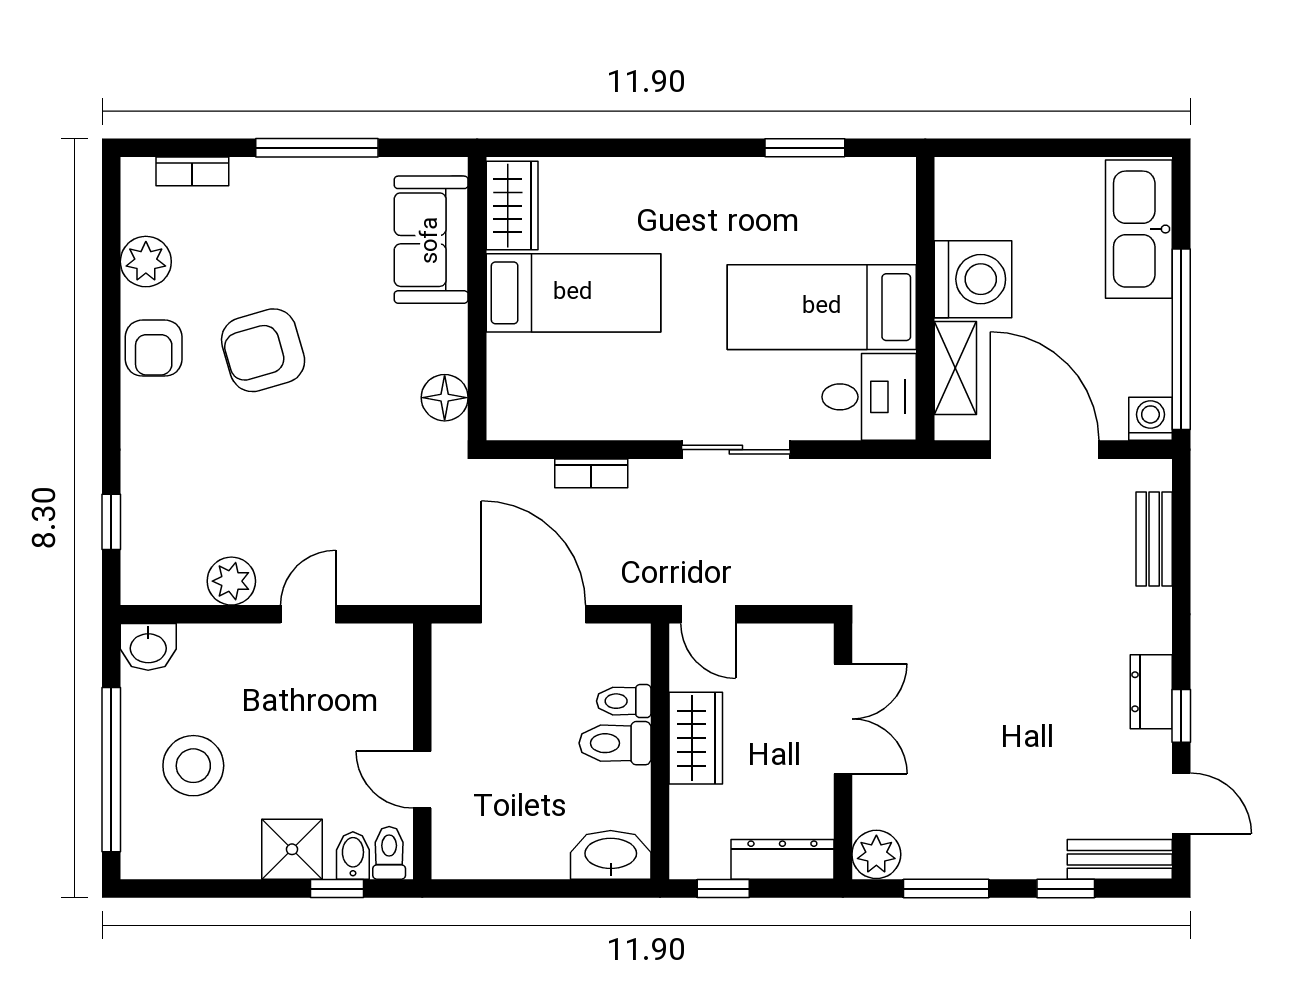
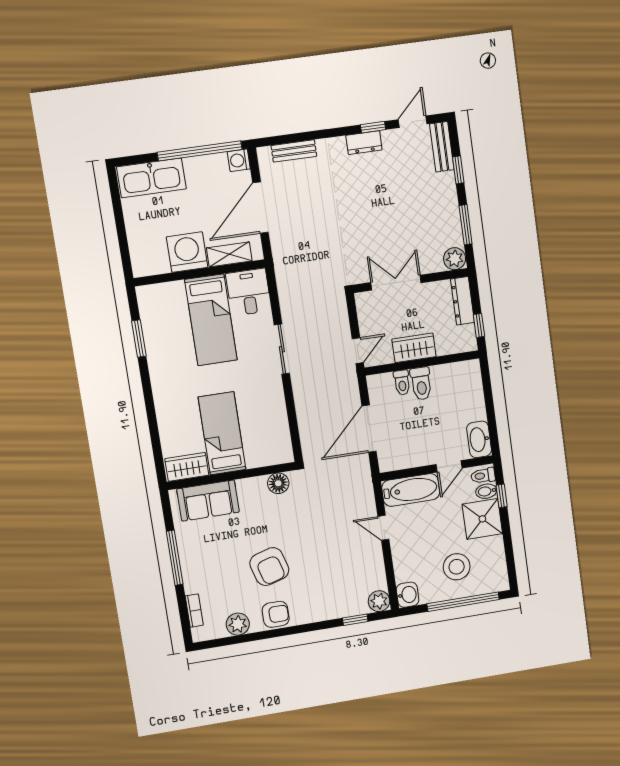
bookcase: (591, 473) -> (302, 413), removed
plant: (231, 581) -> (379, 601), moved
bathtub: (383, 687) -> (411, 490), added
shower: (292, 849) -> (482, 519), width x1.36, depth x1.36
washbasin: (611, 855) -> (479, 439), moved

